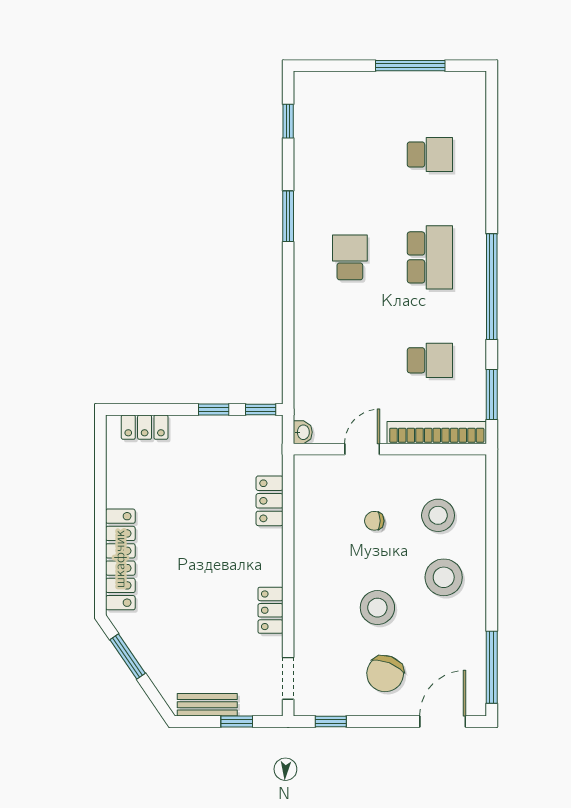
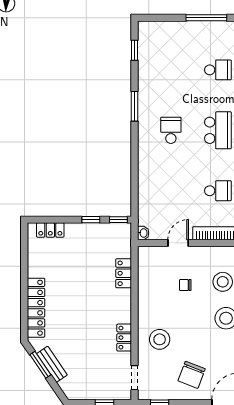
stool: (377, 608) -> (160, 339), moved
bench: (207, 705) -> (52, 364), moved, turned 56

